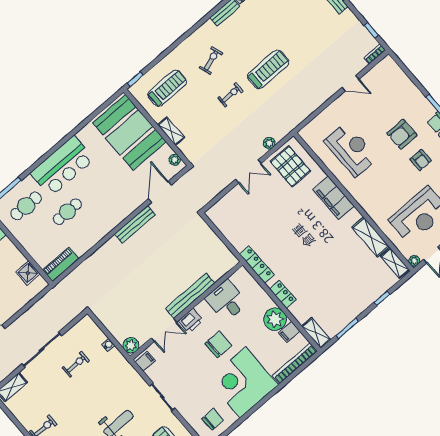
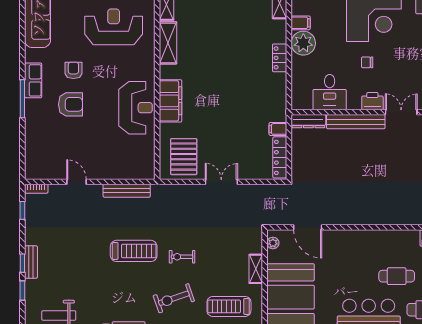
exercise bike: (211, 60) -> (174, 298), width x1.38, depth x1.39
treadmill: (268, 69) -> (134, 251), turned 180
plant: (269, 143) -> (185, 190), removed
reception desk: (351, 150) -> (136, 108), moved, turned 180
door: (160, 192) -> (308, 227), hinge flipped
bench: (135, 224) -> (127, 191), moved
filing cabinet: (241, 243) -> (278, 129), added
locker: (257, 264) -> (280, 157), moved
dresser: (224, 267) -> (308, 121), added
chair: (218, 345) -> (367, 62), width x0.54, depth x0.54

